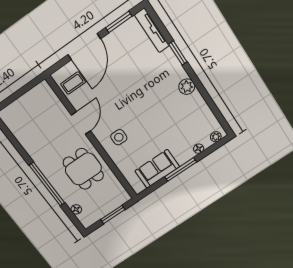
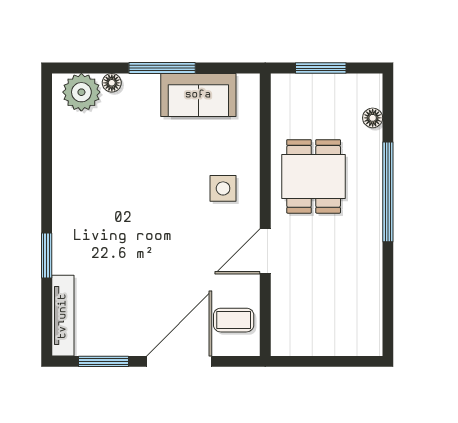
plant: (187, 87) -> (66, 195), removed
plant: (216, 137) -> (81, 92), width x1.87, depth x1.87

